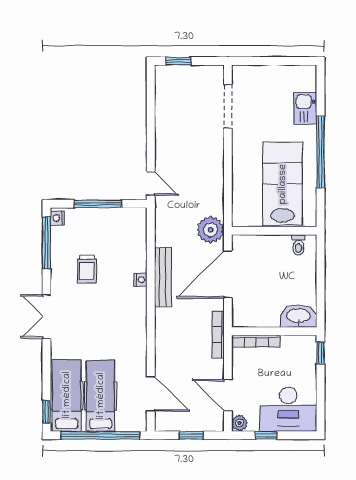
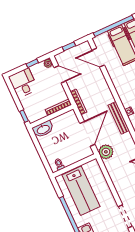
desk: (288, 409) -> (23, 83), width x0.73

